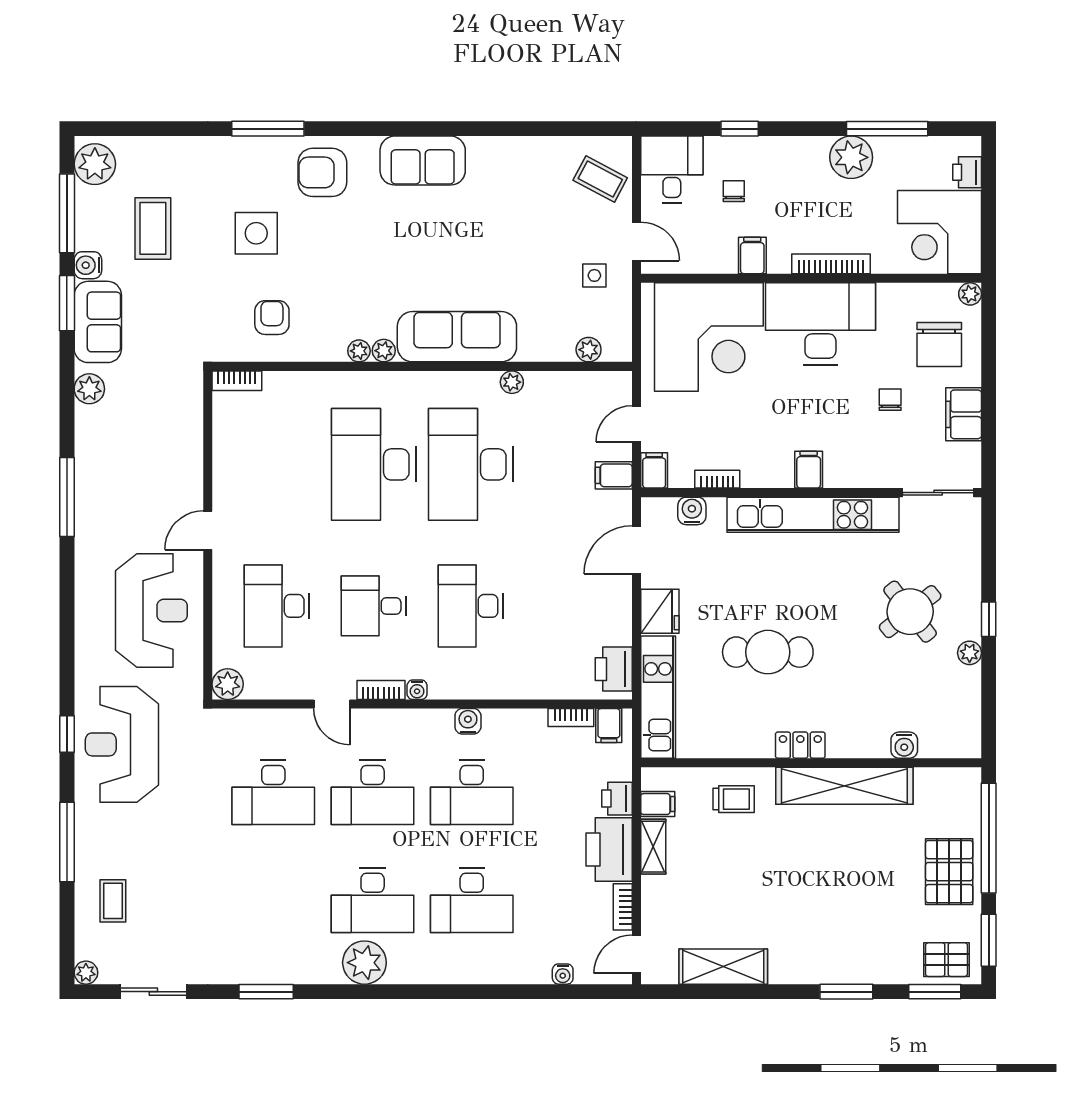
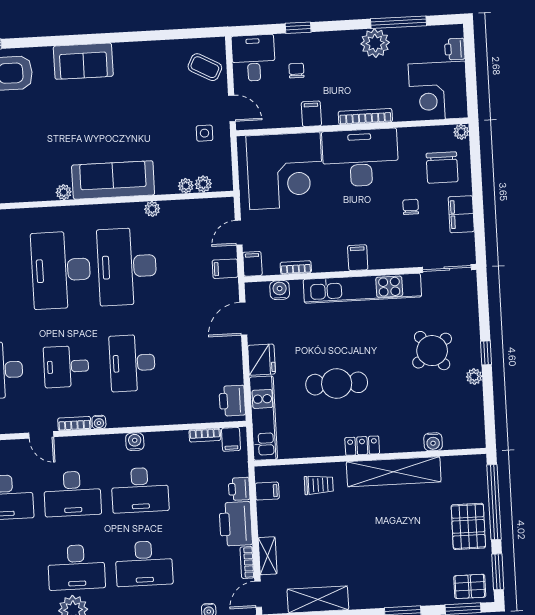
plant: (359, 351) -> (186, 186), moved
shelving: (653, 847) -> (268, 556), moved

